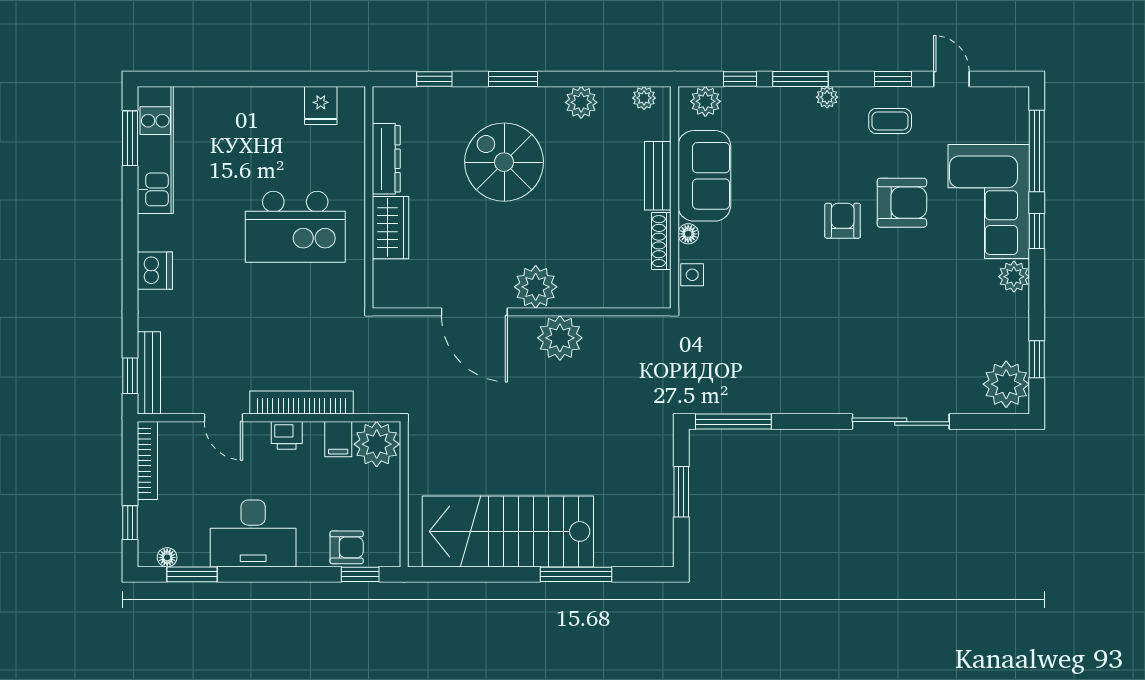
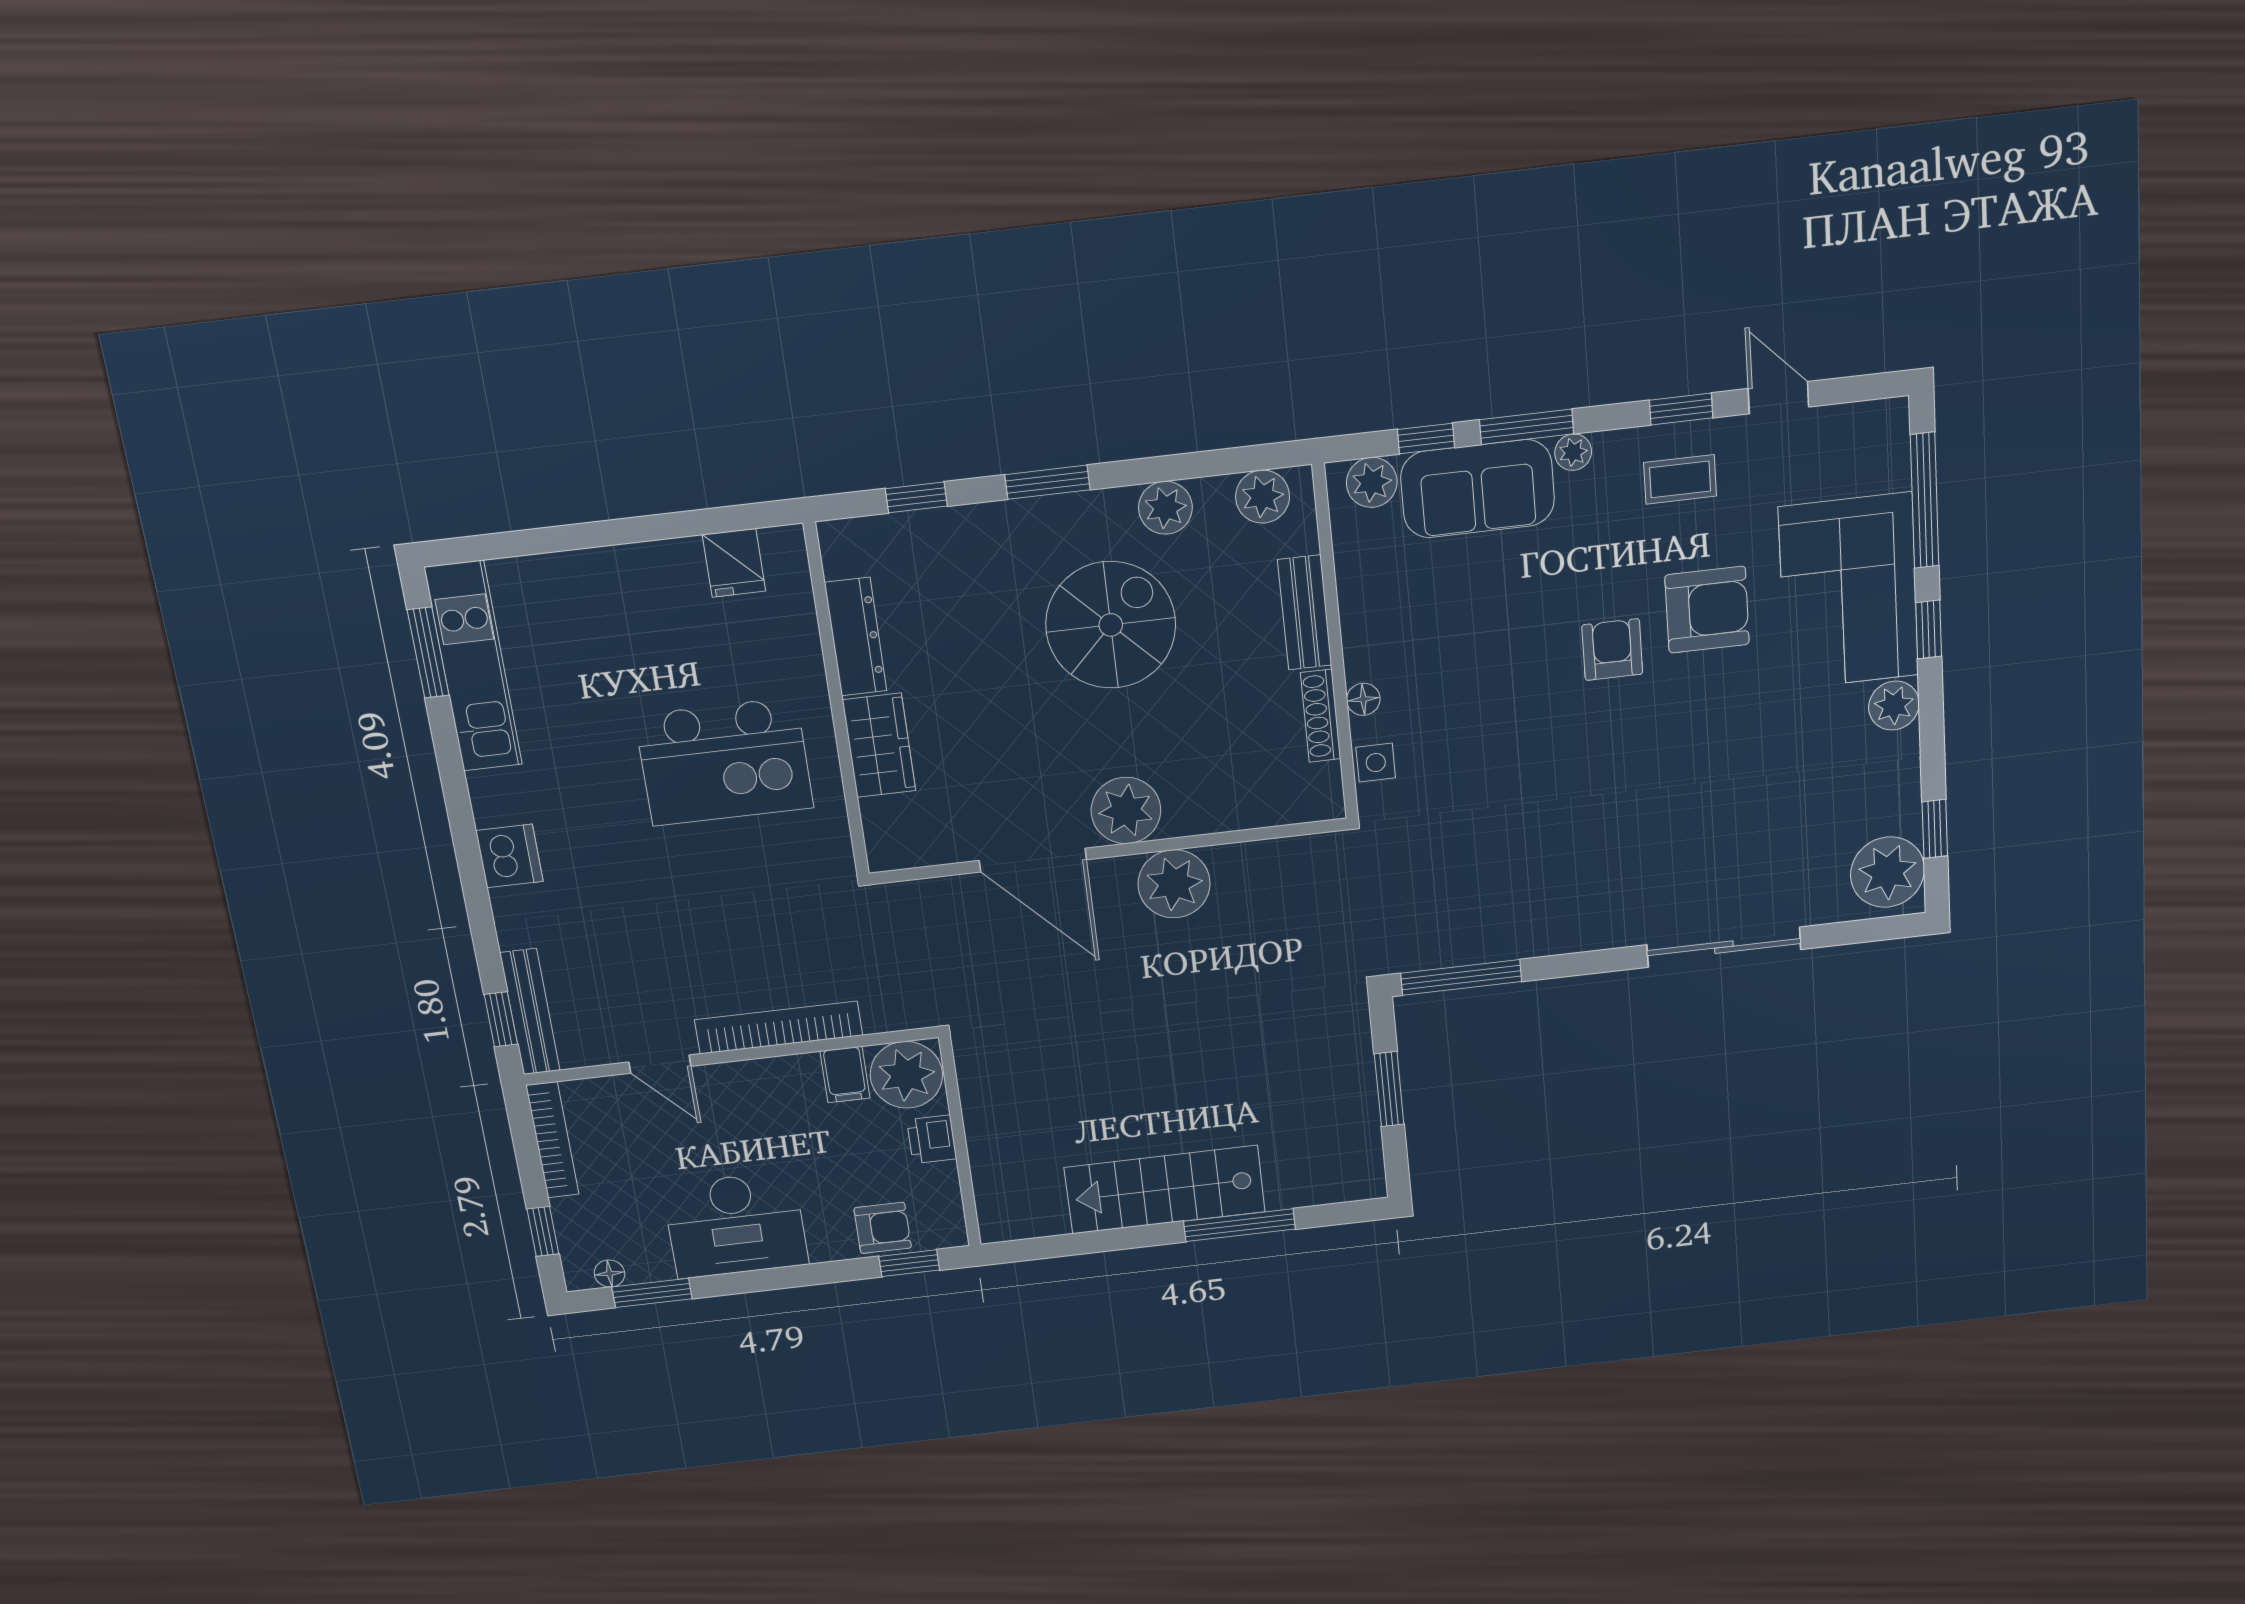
plant: (644, 98) -> (1263, 497), width x1.38, depth x1.38
spiral stairs: (504, 162) -> (1111, 625), moved, turned 90
sofa: (704, 176) -> (1478, 489), moved, turned 90
printer: (287, 435) -> (932, 1139), moved, turned 90
stairs: (508, 531) -> (1165, 1190), width x0.73, depth x0.66

